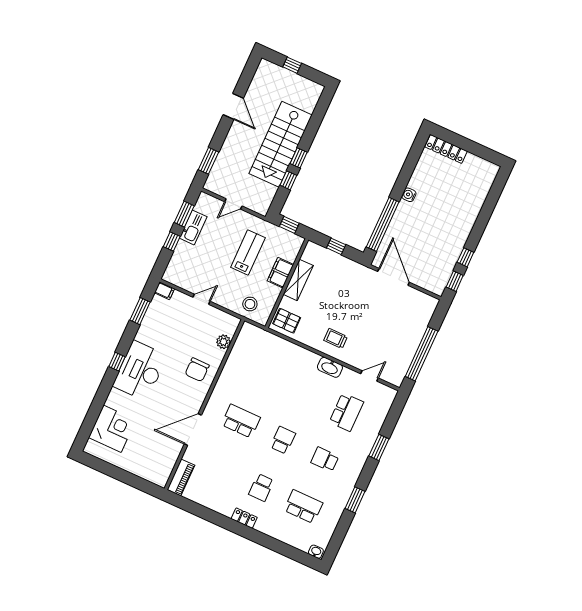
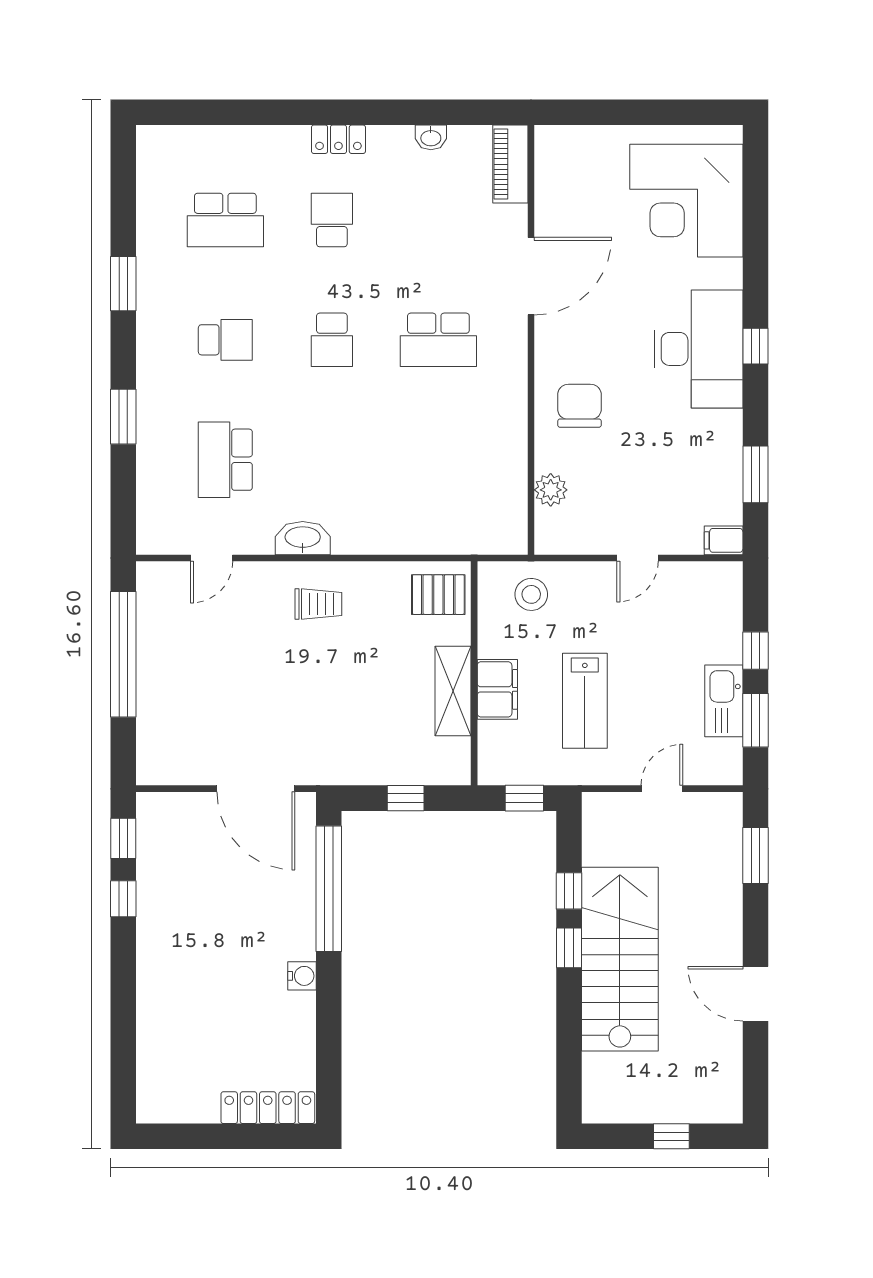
corner desk: (112, 429) -> (686, 201), width x1.36, depth x1.36
washbasin: (316, 552) -> (431, 137), moved

